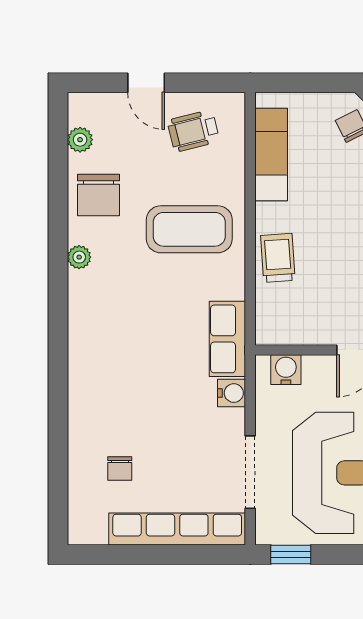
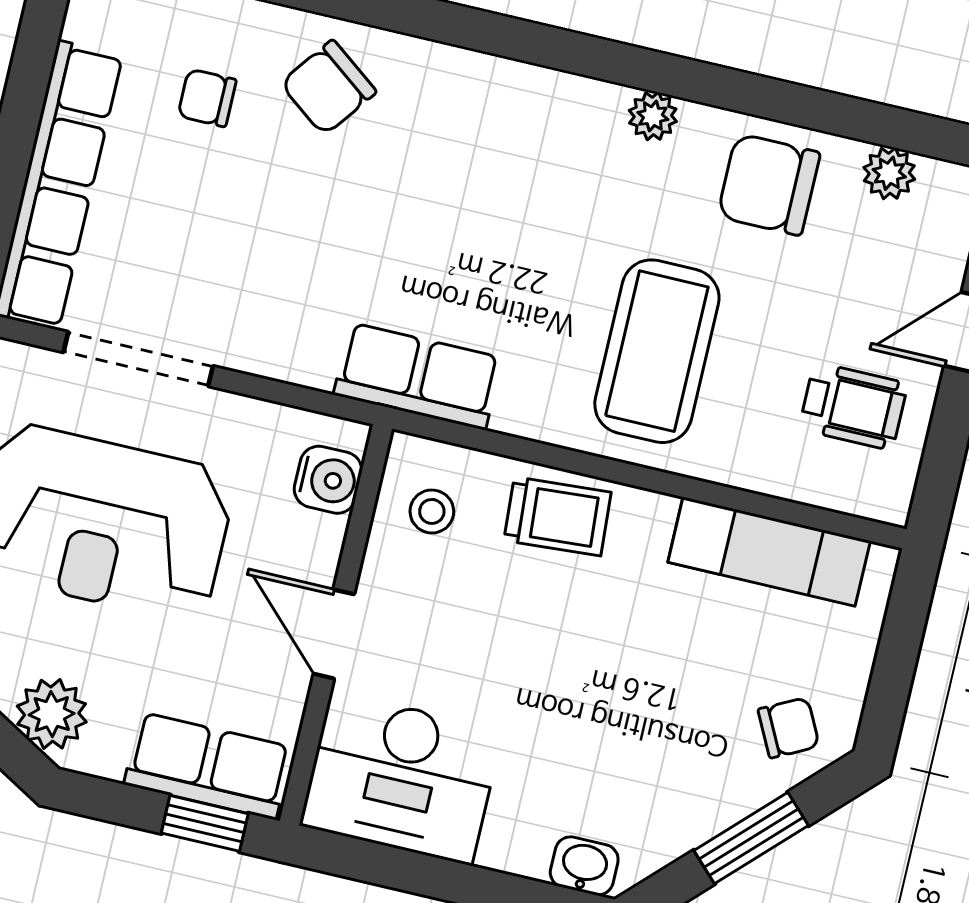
wheelchair: (193, 131) -> (853, 406), turned 104
stool: (289, 317) -> (432, 511), added
water cooler: (232, 393) -> (307, 359), removed
chair: (102, 413) -> (328, 88), added

